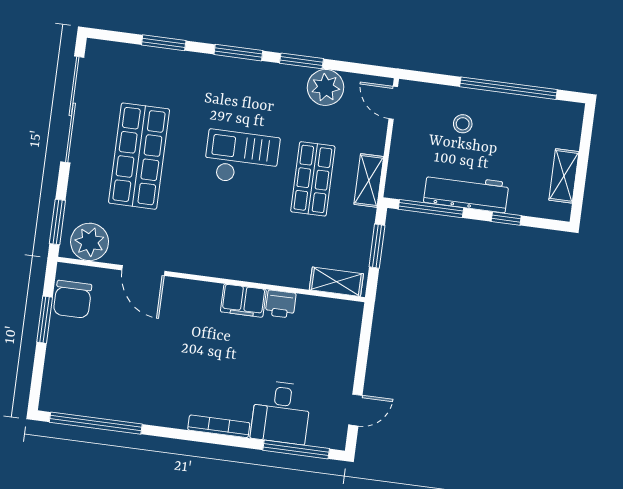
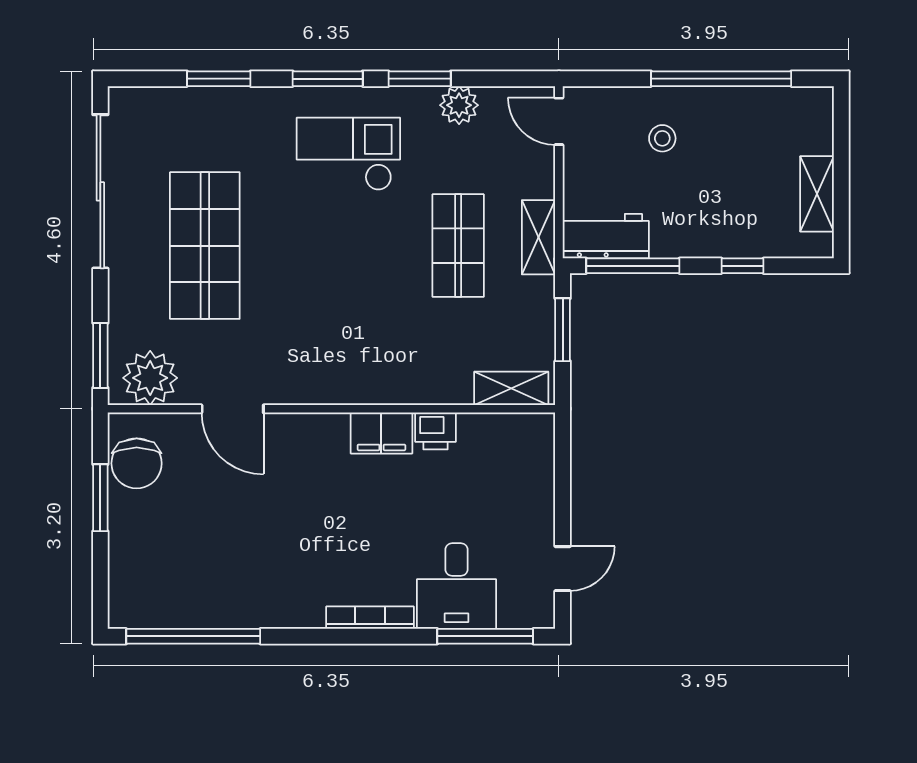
plant: (326, 87) -> (459, 105), width x0.73, depth x0.73
checkout: (242, 158) -> (348, 154), moved
workbench: (466, 192) -> (606, 236), moved, width x0.73

